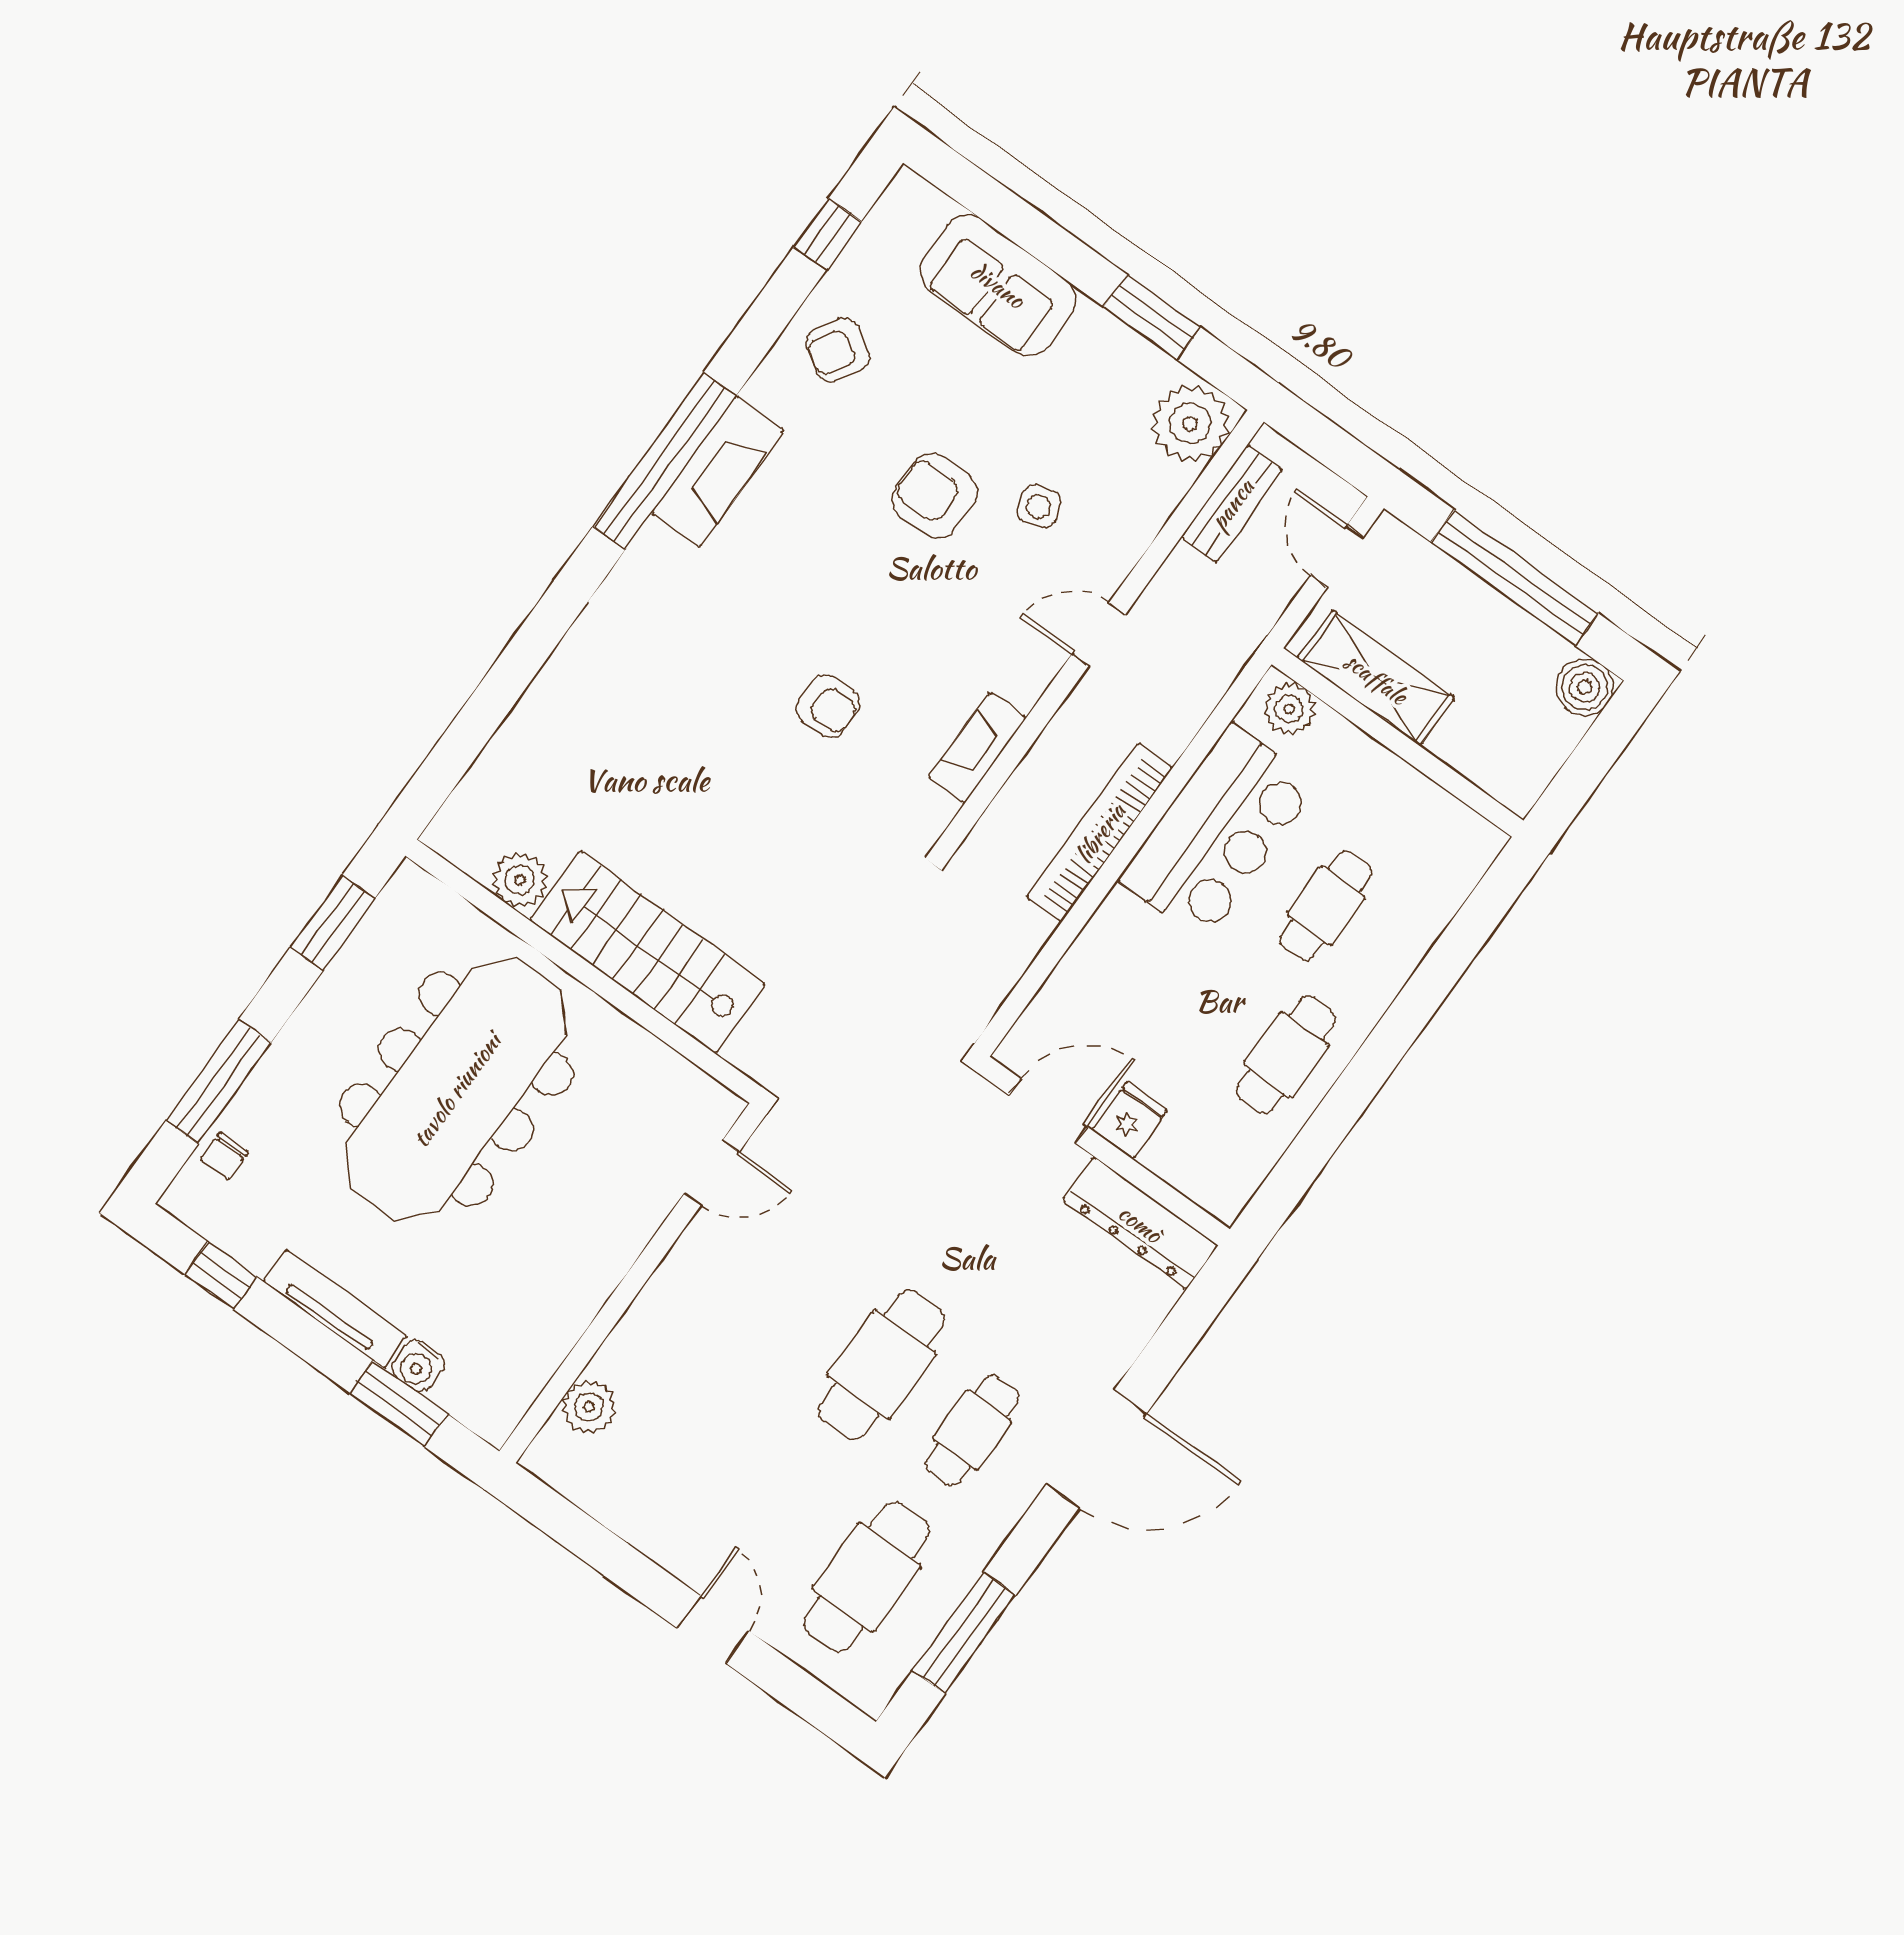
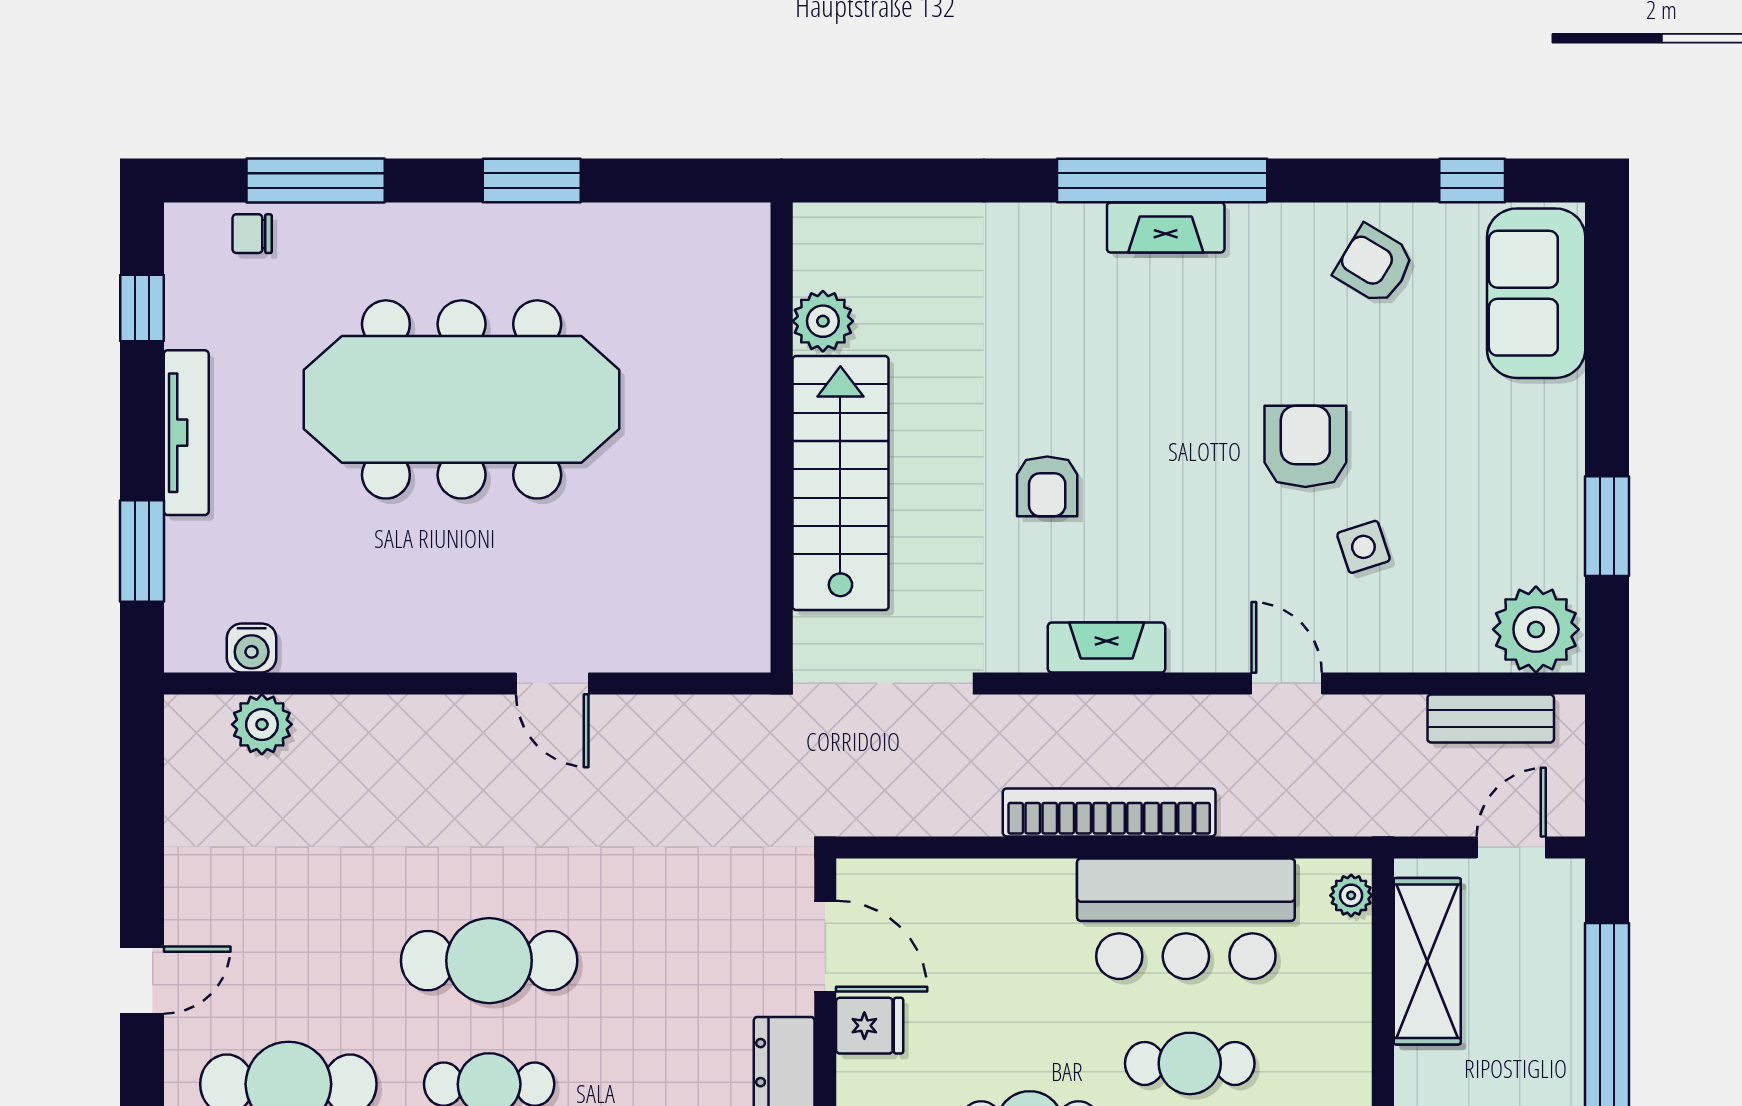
sofa: (998, 285) -> (1536, 293), moved
fireplace: (718, 471) -> (1166, 227), width x0.73, depth x0.76
plant: (1289, 709) -> (1351, 895), width x0.73, depth x0.73
plant: (520, 880) -> (823, 321), moved
stairs: (648, 952) -> (840, 483), moved
wall: (583, 971) -> (782, 437), moved
water cooler: (418, 1366) -> (252, 648), moved, turned -90

